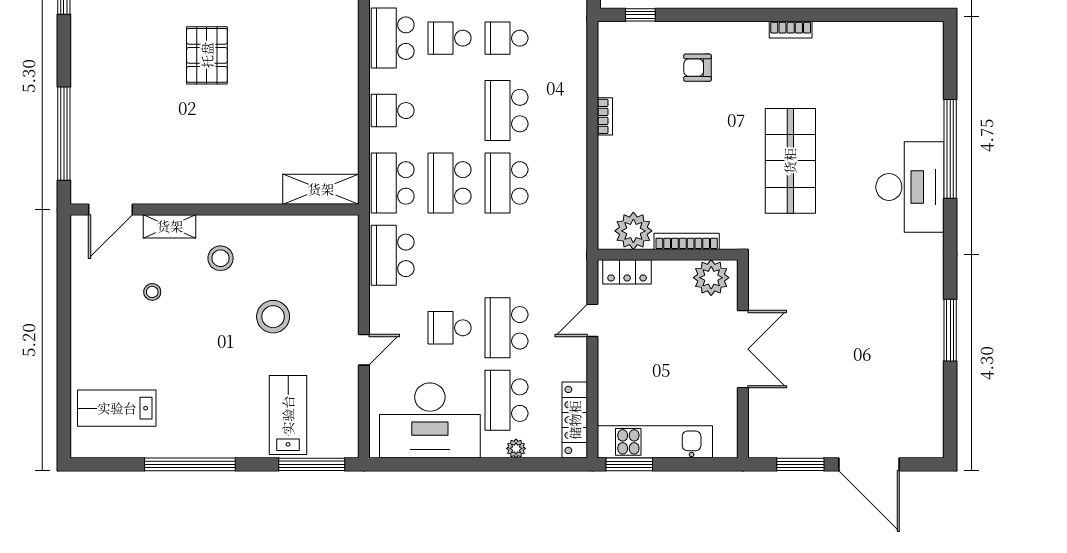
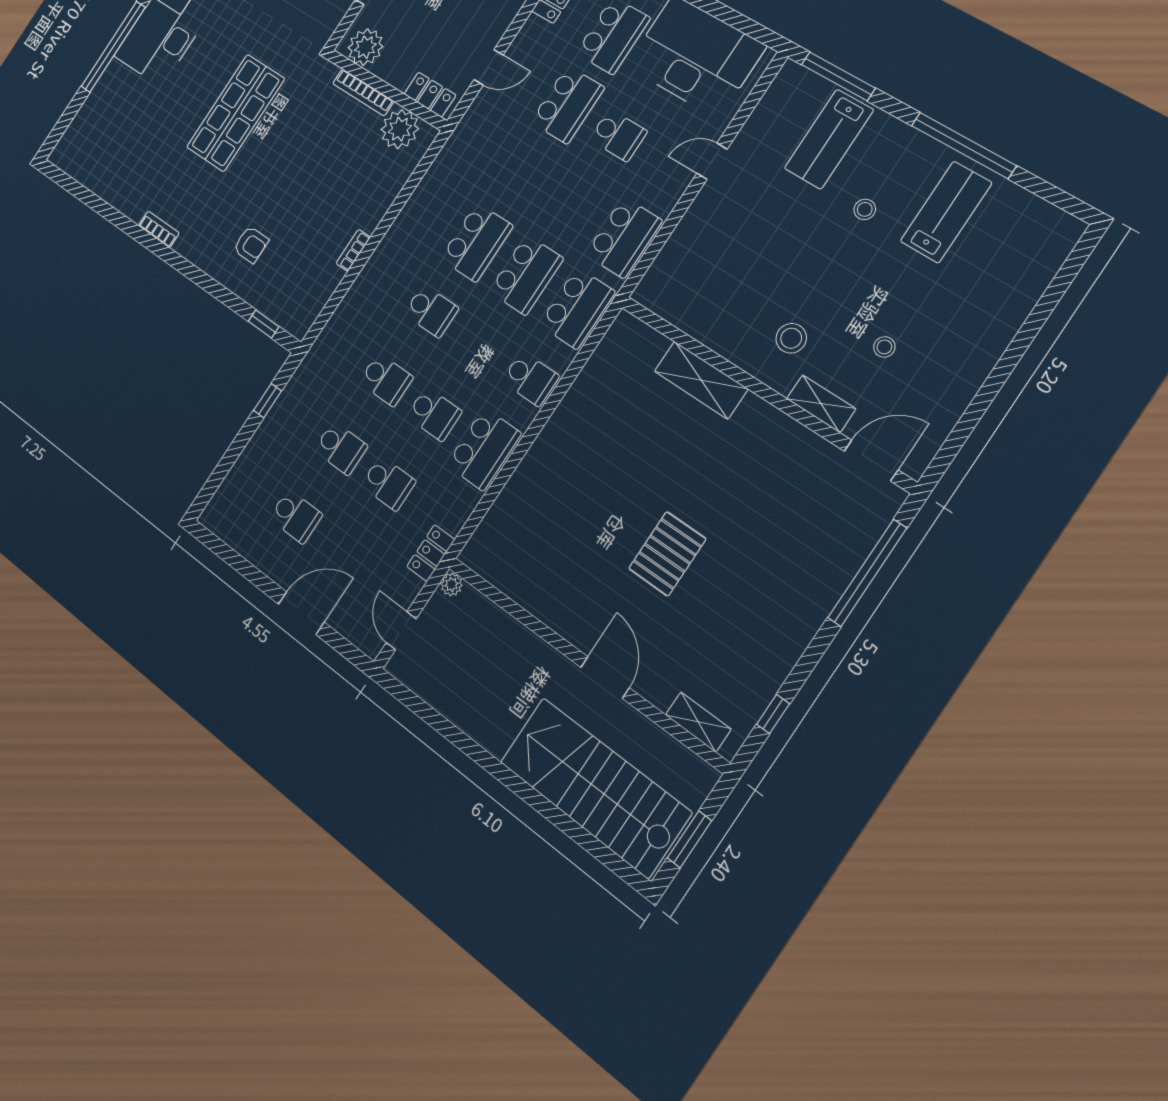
school desk: (507, 111) -> (431, 311), width x0.54
shelving: (321, 189) -> (701, 380), moved
stool: (273, 317) -> (865, 209), moved, width x0.53, depth x0.53
lab bench: (117, 408) -> (946, 212), moved, turned -90

